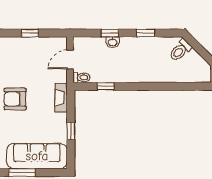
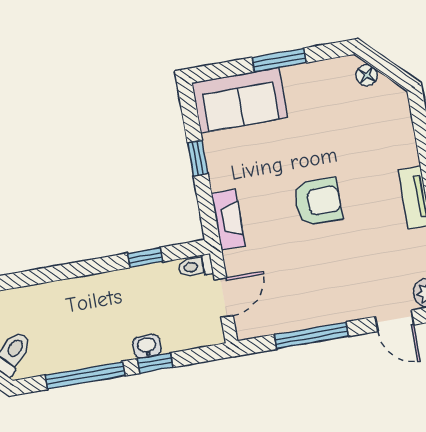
window: (30, 33) -> (312, 335), width x2.17
window: (146, 33) -> (85, 375), width x2.17
sofa: (37, 156) -> (240, 100), width x0.73

